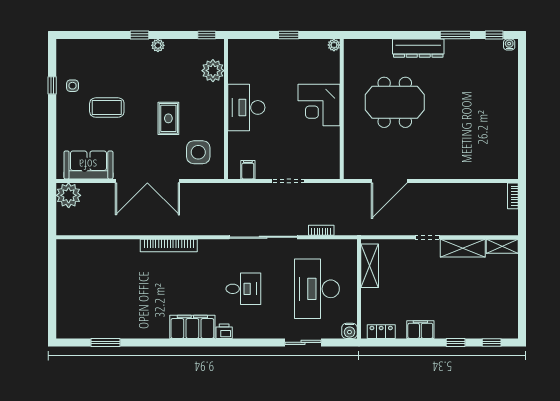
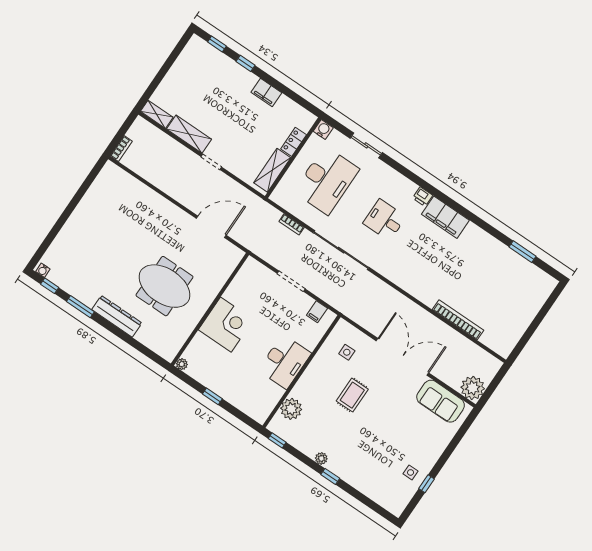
coffee table: (107, 108) -> (395, 437), removed
side table: (198, 152) -> (347, 352), width x0.54, depth x0.54
bookcase: (169, 246) -> (458, 320), moved
locker: (381, 332) -> (294, 142), moved, turned 90

